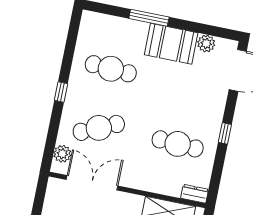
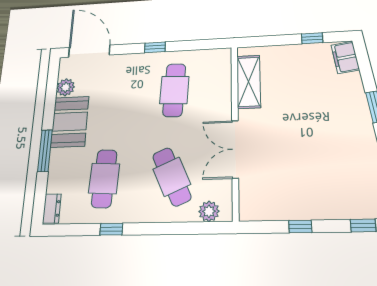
window: (61, 92) -> (111, 229), moved
double door: (92, 183) -> (235, 149), moved
dresser: (195, 194) -> (52, 209), moved, turned 180

